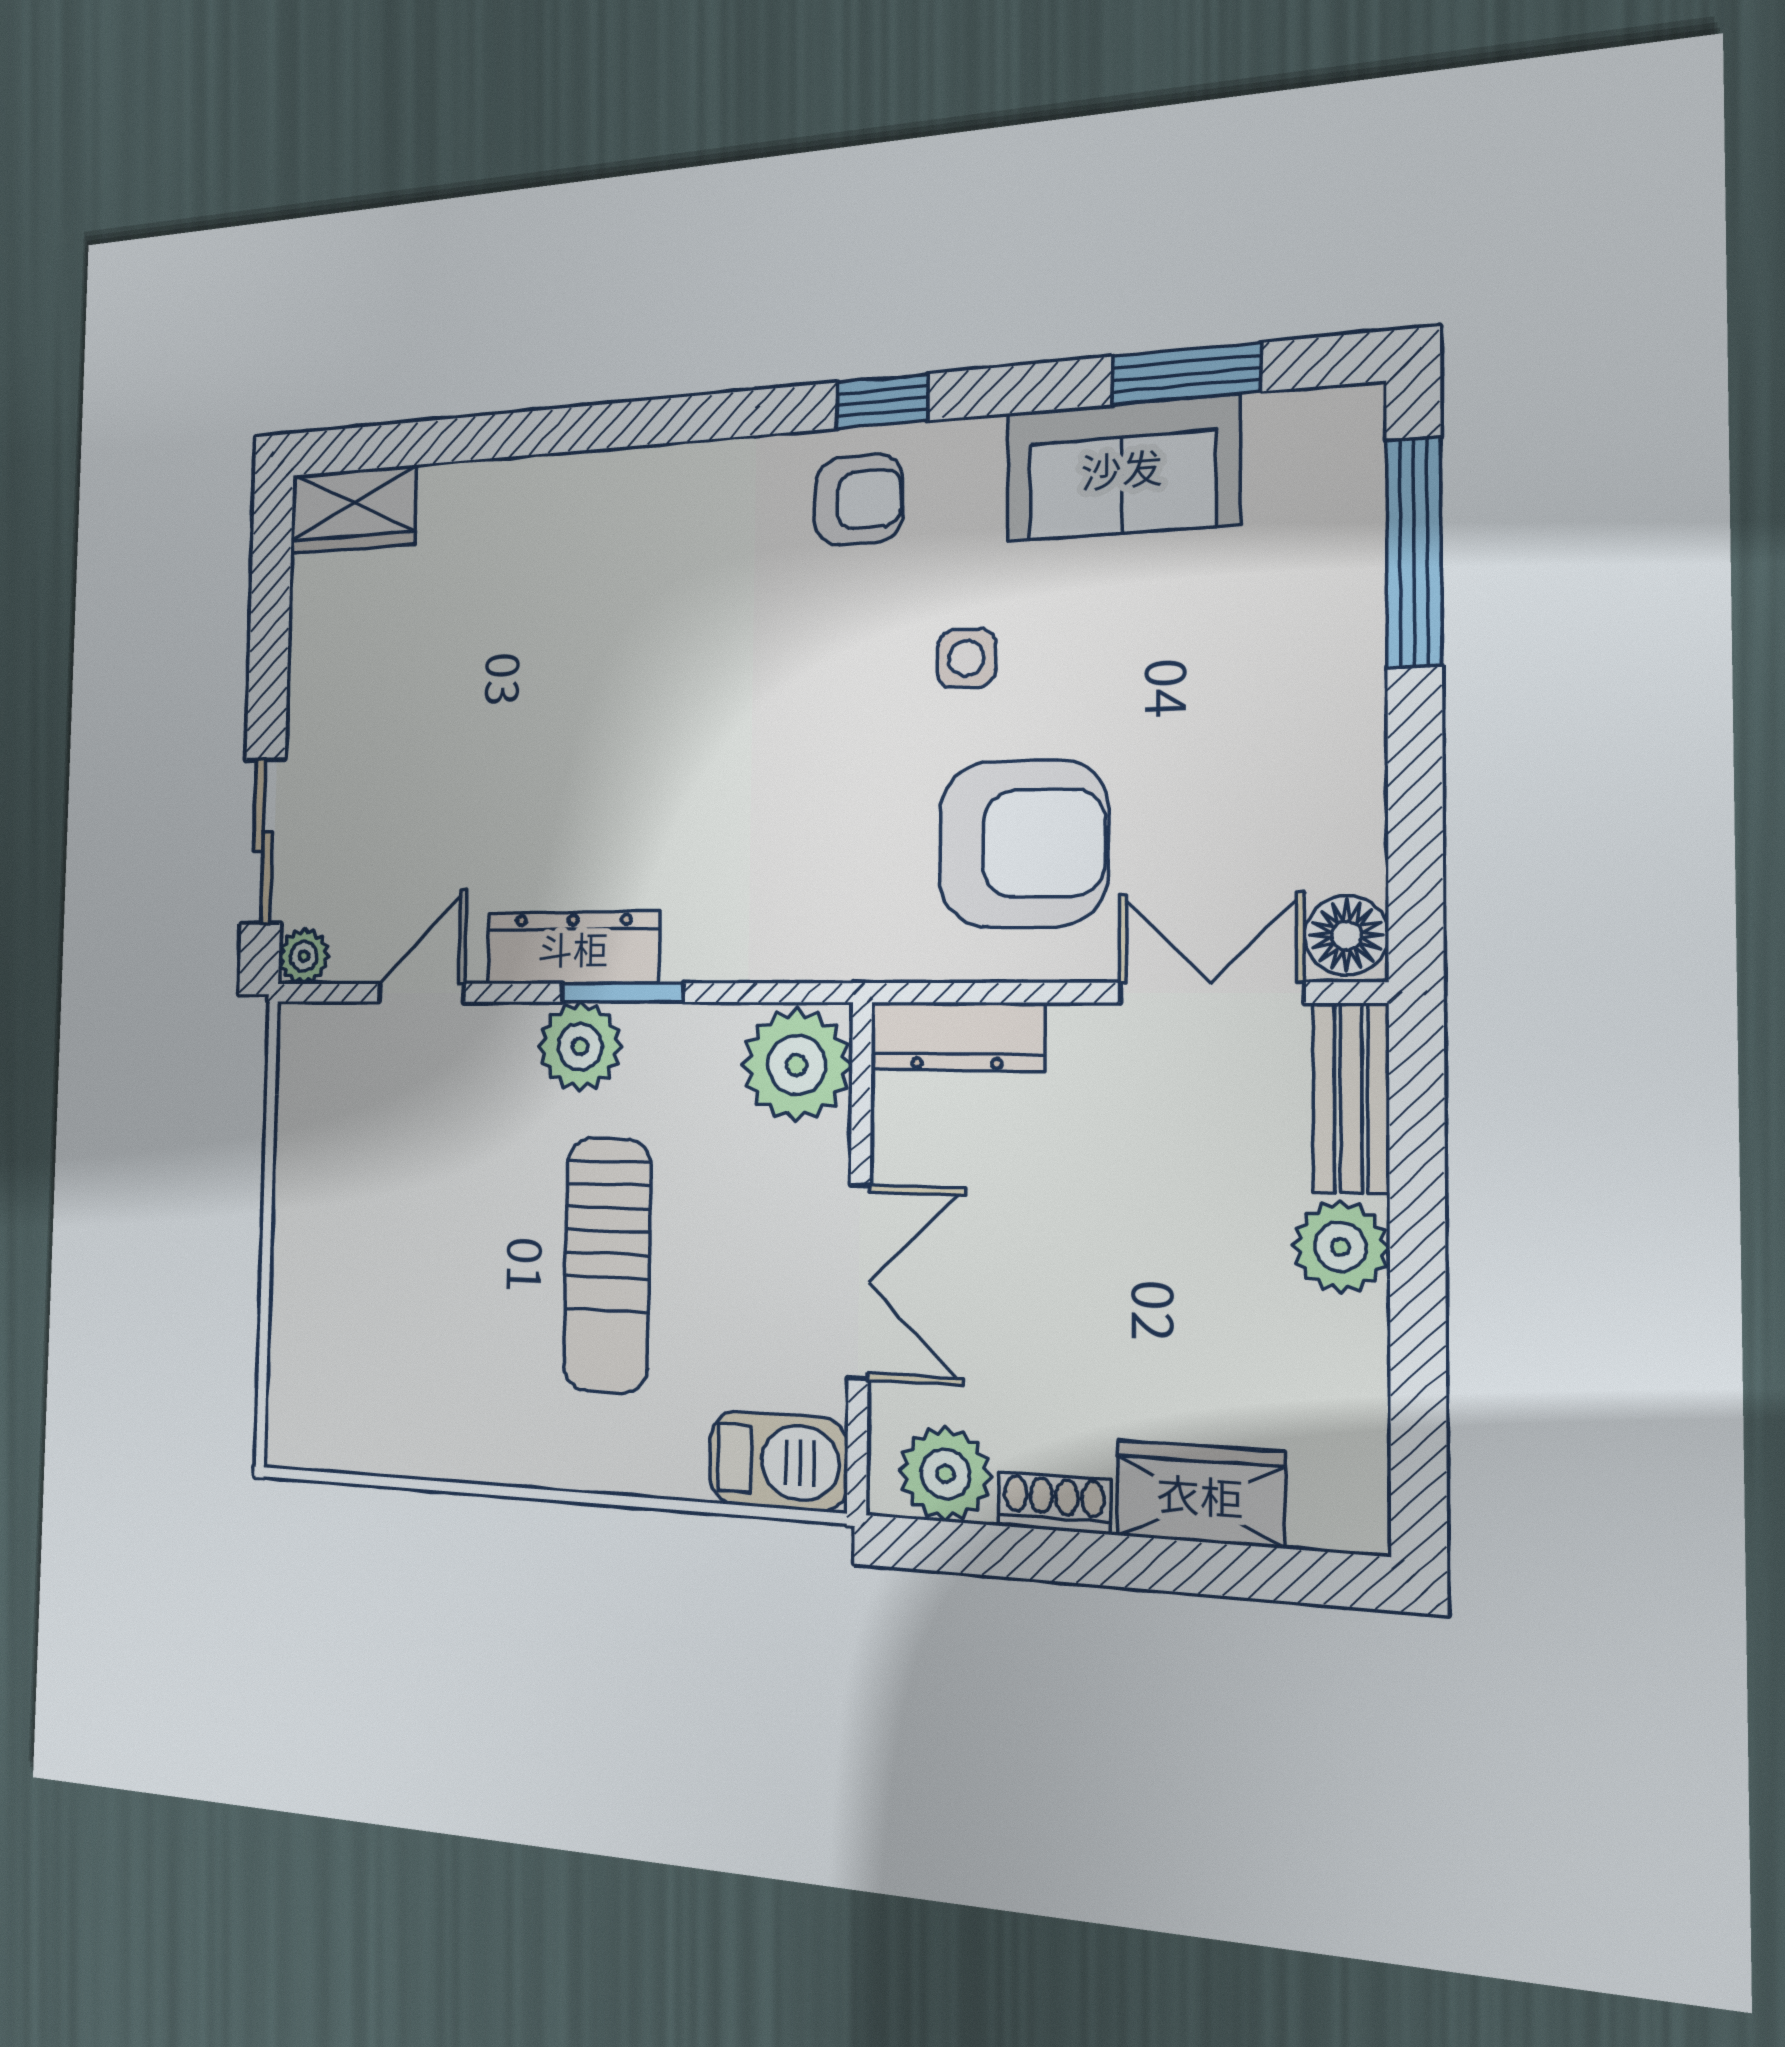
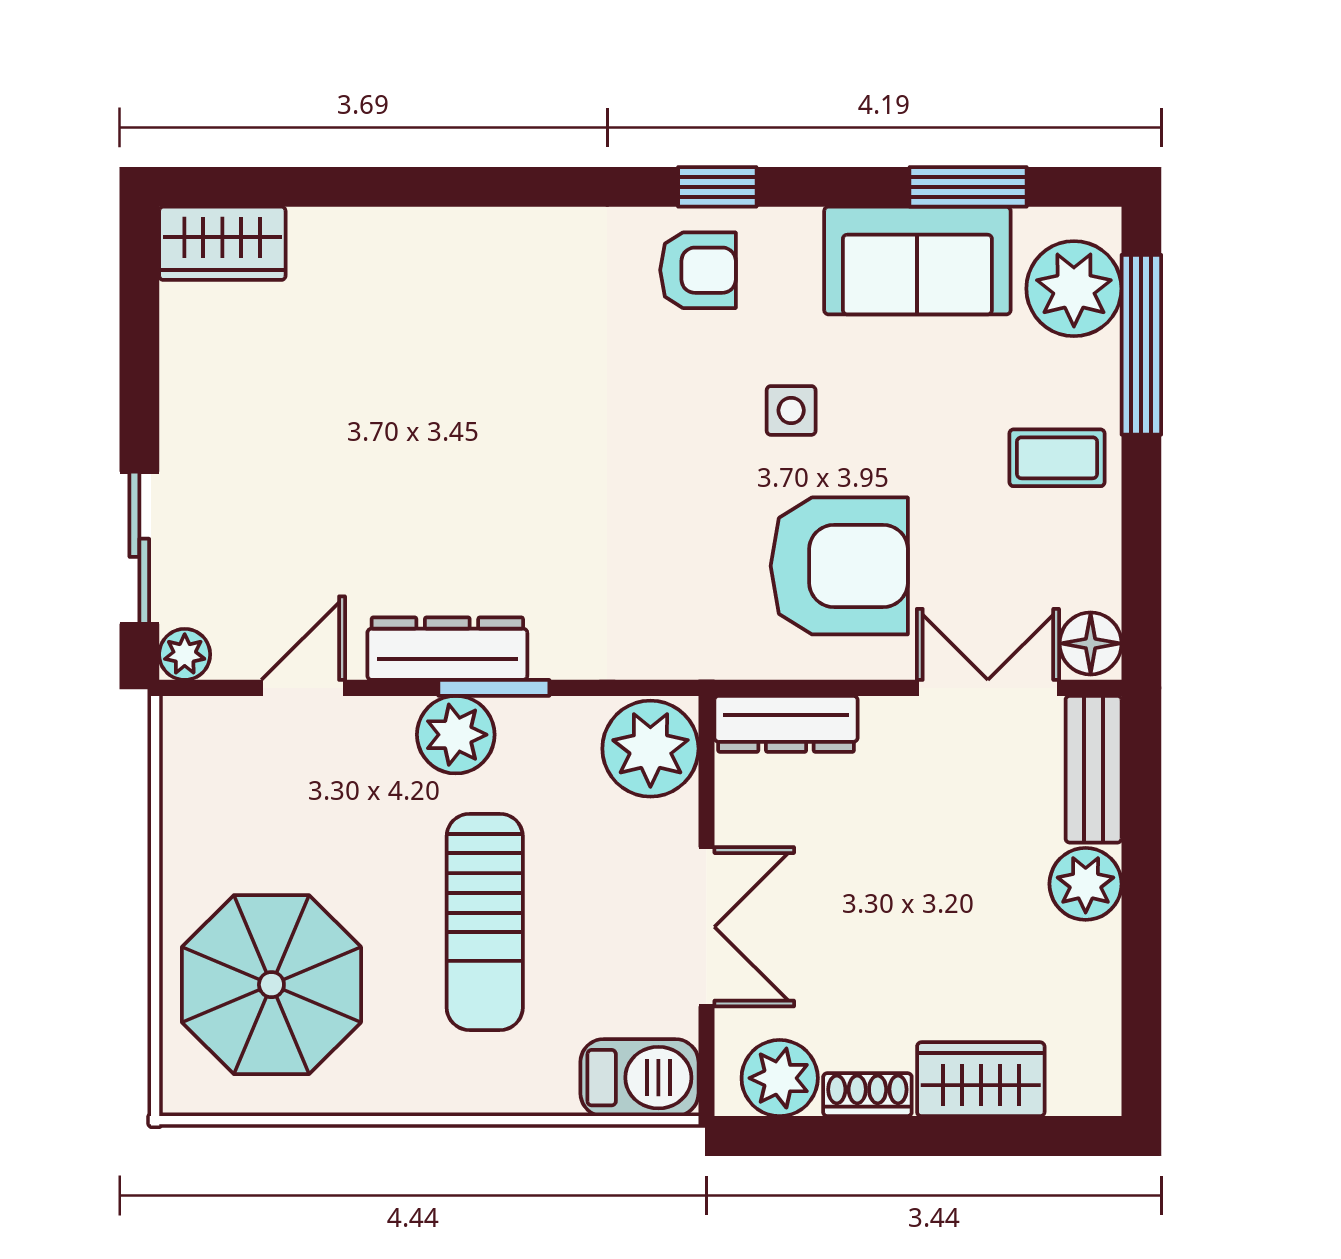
plant: (1323, 488) -> (1074, 289), added
coffee table: (1301, 701) -> (1057, 458), added
parasol: (380, 1326) -> (271, 985), added

